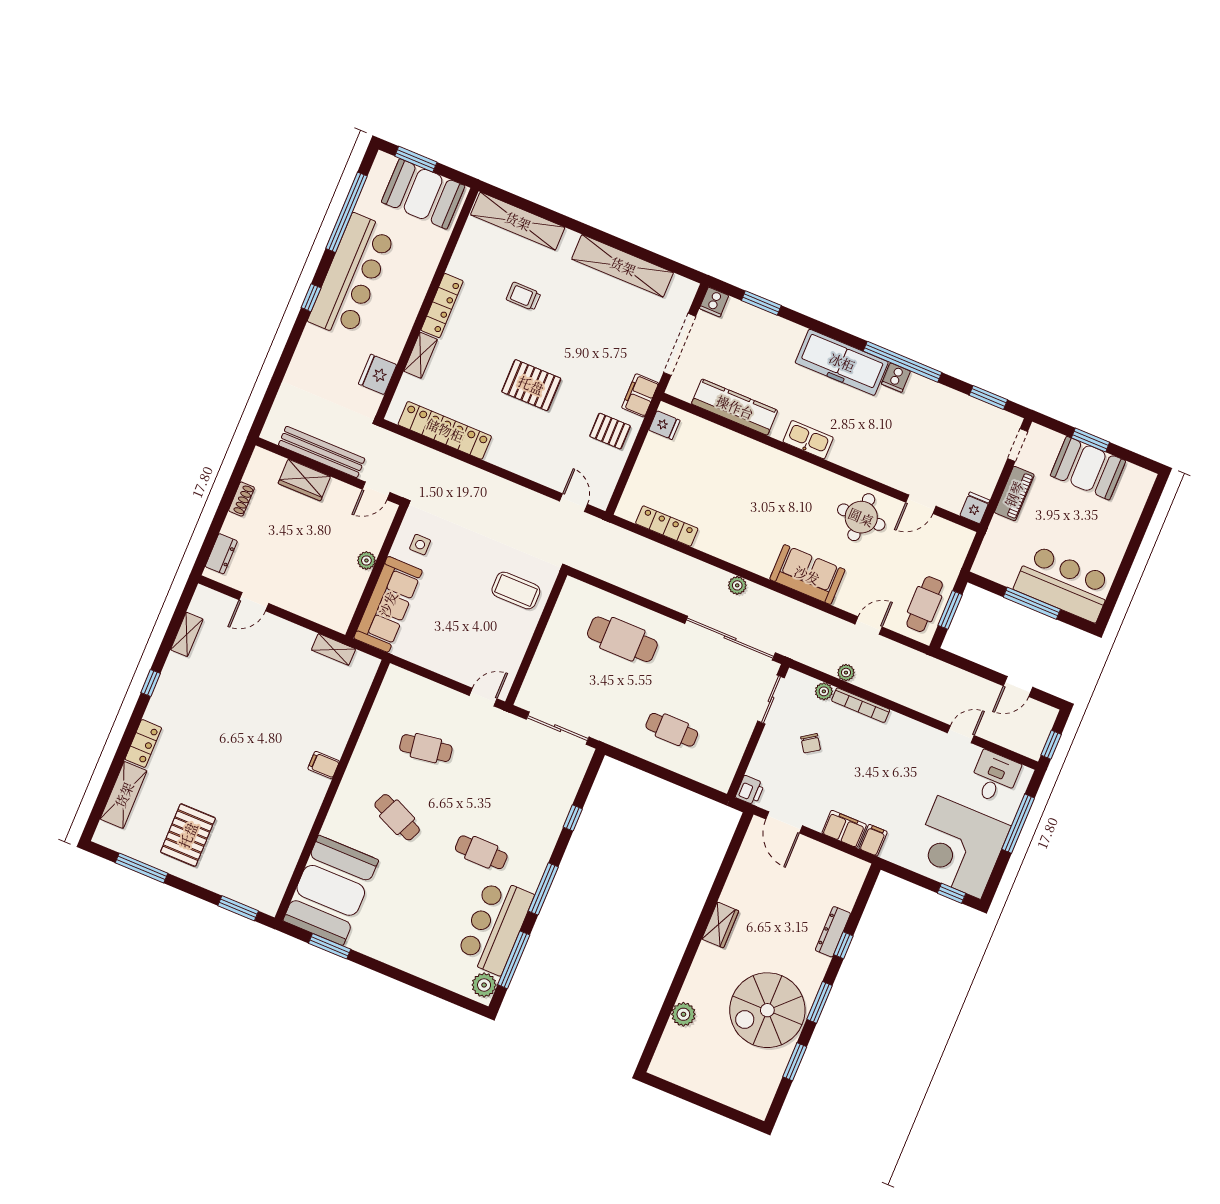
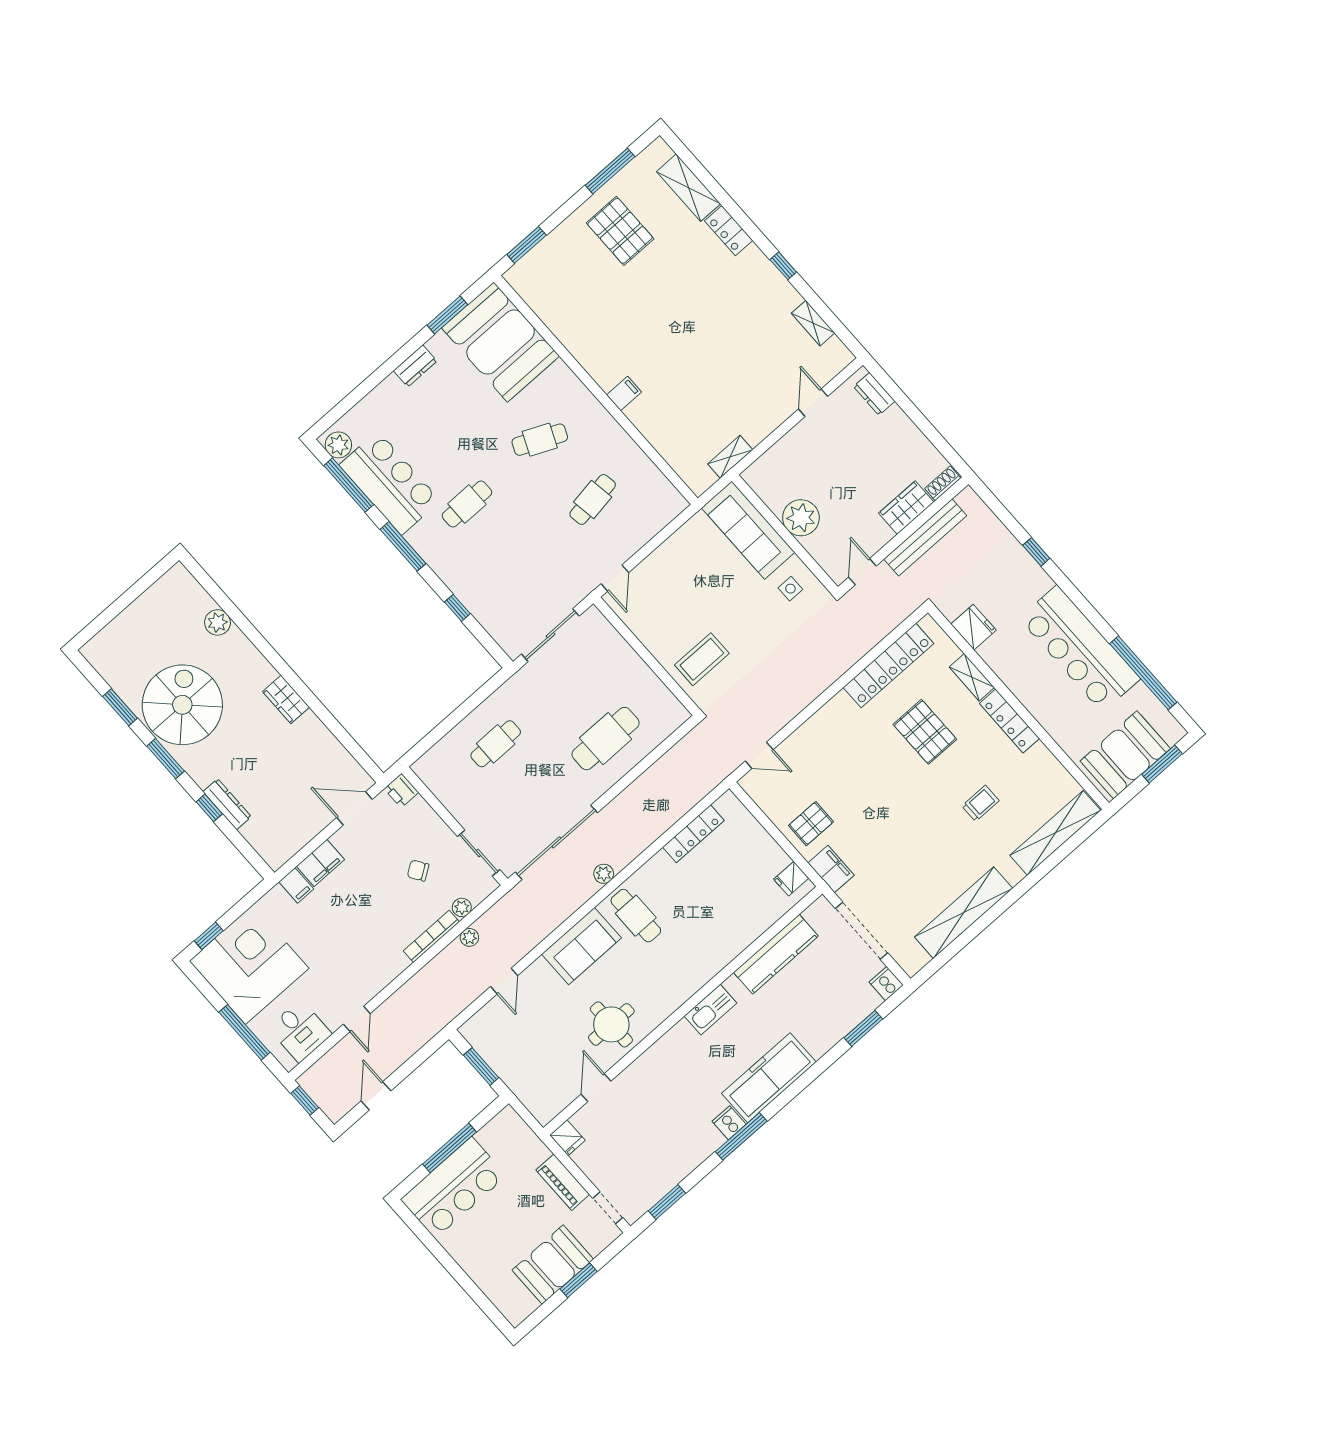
window: (311, 298) -> (1036, 552), moved
window: (903, 362) -> (741, 1136), width x0.68
pallet: (531, 385) -> (925, 732), moved, turned 90
shoe rack: (241, 499) -> (943, 483), moved, turned 90
plant: (366, 560) -> (801, 518), width x1.88, depth x1.88
cafe table: (925, 604) -> (636, 916), moved
dresser: (386, 953) -> (415, 366), added

